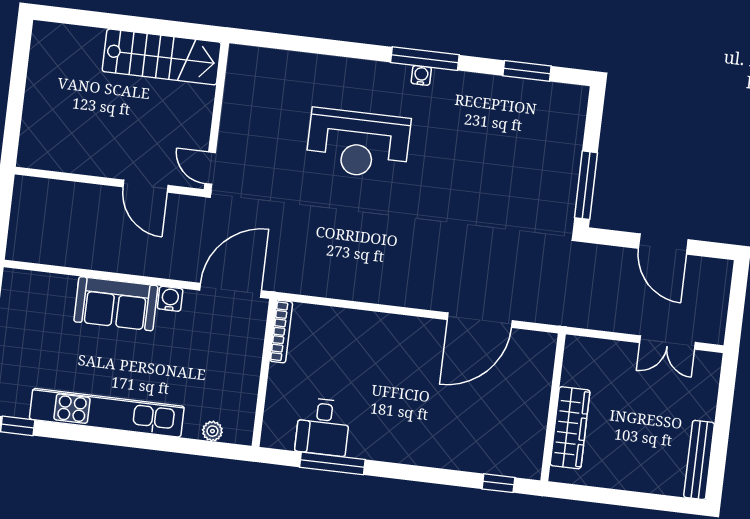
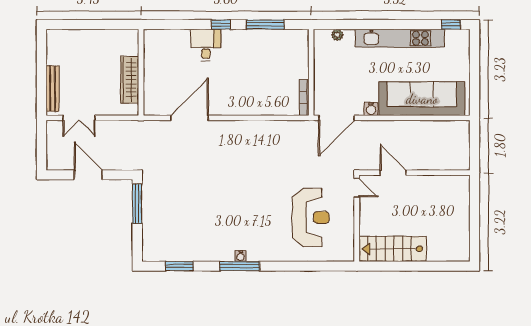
reception desk: (358, 144) -> (311, 217), moved, turned 90
sofa: (116, 304) -> (422, 99), width x1.85, depth x1.27
double door: (667, 342) -> (79, 118), swing flipped
desk: (323, 427) -> (206, 45), moved
wardrobe: (570, 428) -> (130, 80), moved
bench: (699, 460) -> (52, 89), moved
window: (498, 483) -> (221, 24), moved

